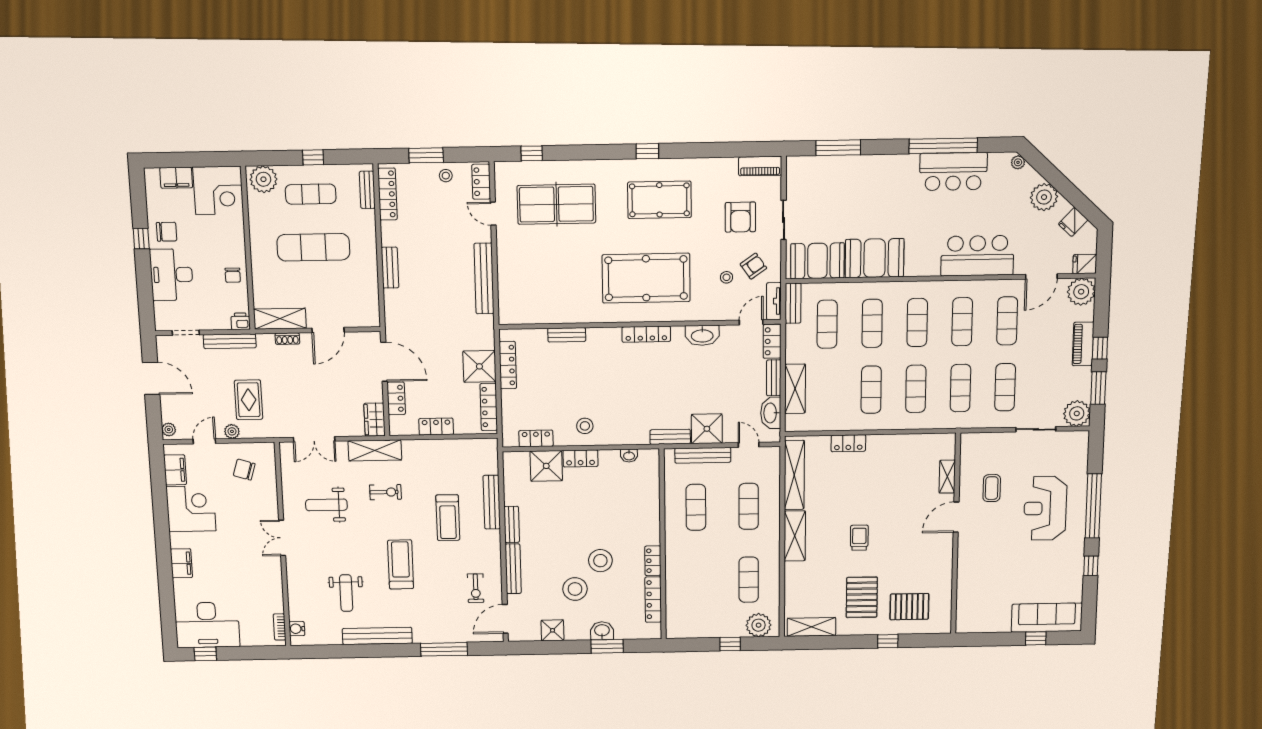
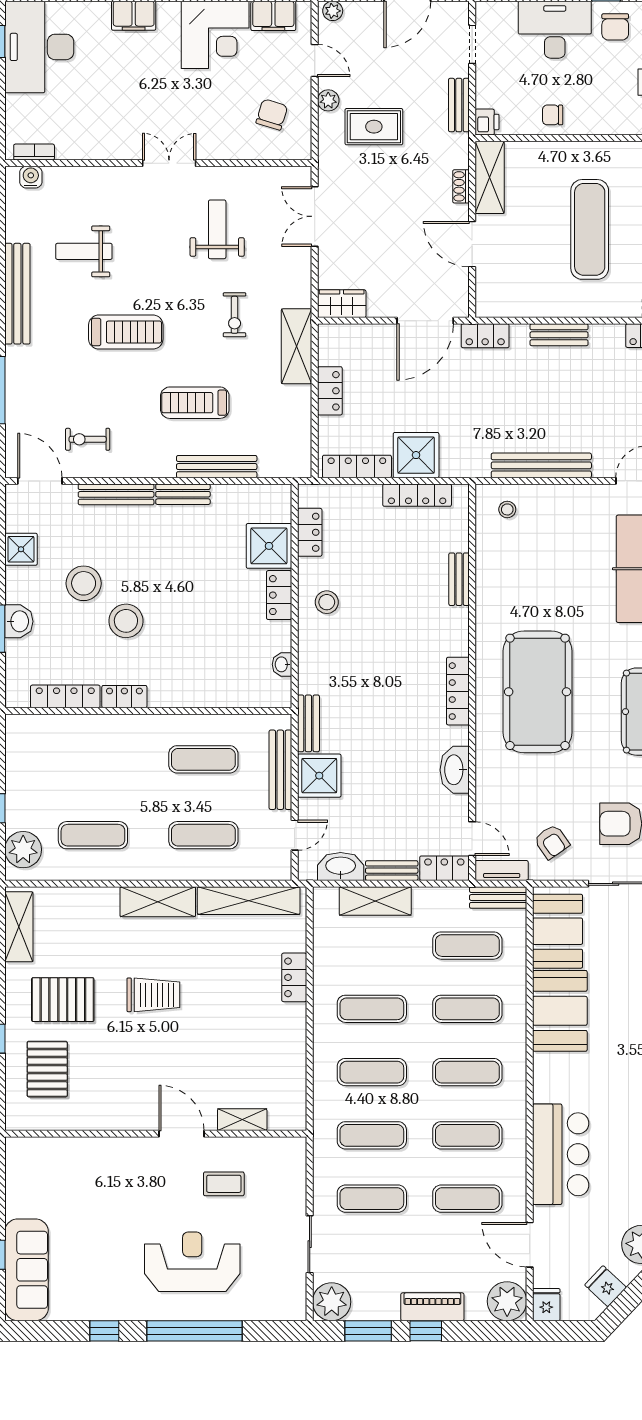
stool: (726, 277) -> (507, 509), moved
bench: (230, 341) -> (459, 105), width x0.73
locker: (396, 398) -> (485, 336), moved
shelving: (375, 450) -> (296, 346), moved
trolley: (859, 538) -> (153, 995), width x1.36, depth x1.39

